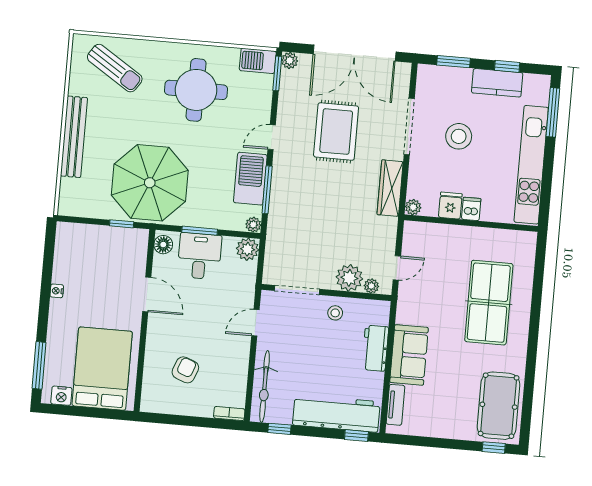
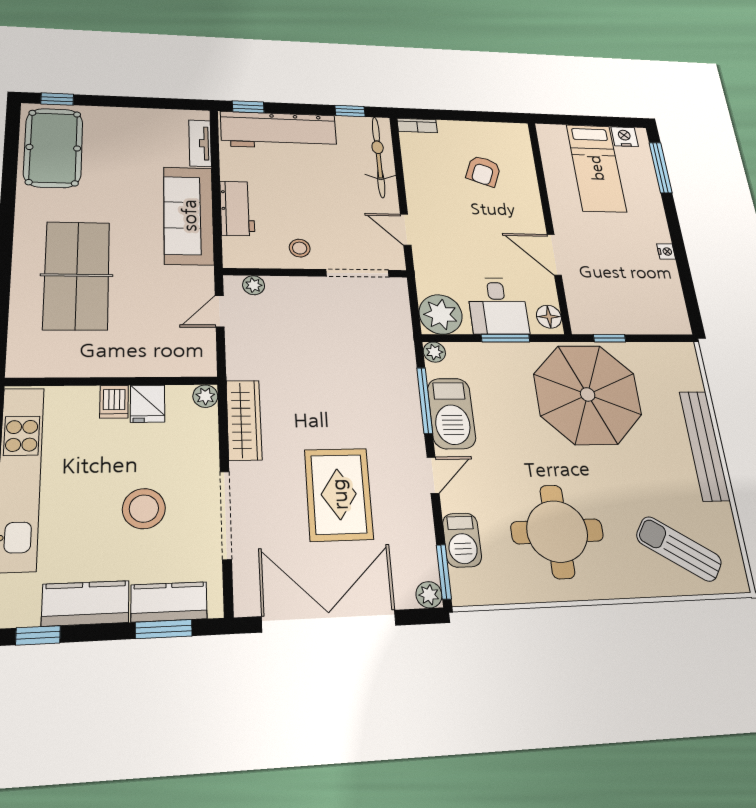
barbecue: (258, 61) -> (462, 540), moved, turned 90
window: (507, 66) -> (38, 635), moved
kitchen counter: (449, 77) -> (169, 602), added
plant: (248, 249) -> (441, 314), width x1.36, depth x1.36
plant: (349, 278) -> (287, 293), removed
door: (255, 323) -> (406, 230), swing flipped
sofa: (409, 355) -> (189, 215), width x1.36
bed: (102, 369) -> (596, 168), width x0.67

